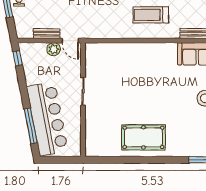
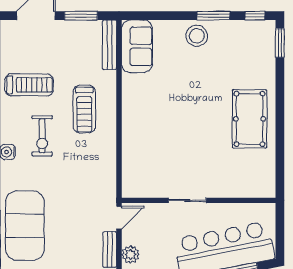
plant: (54, 49) -> (131, 254), moved

